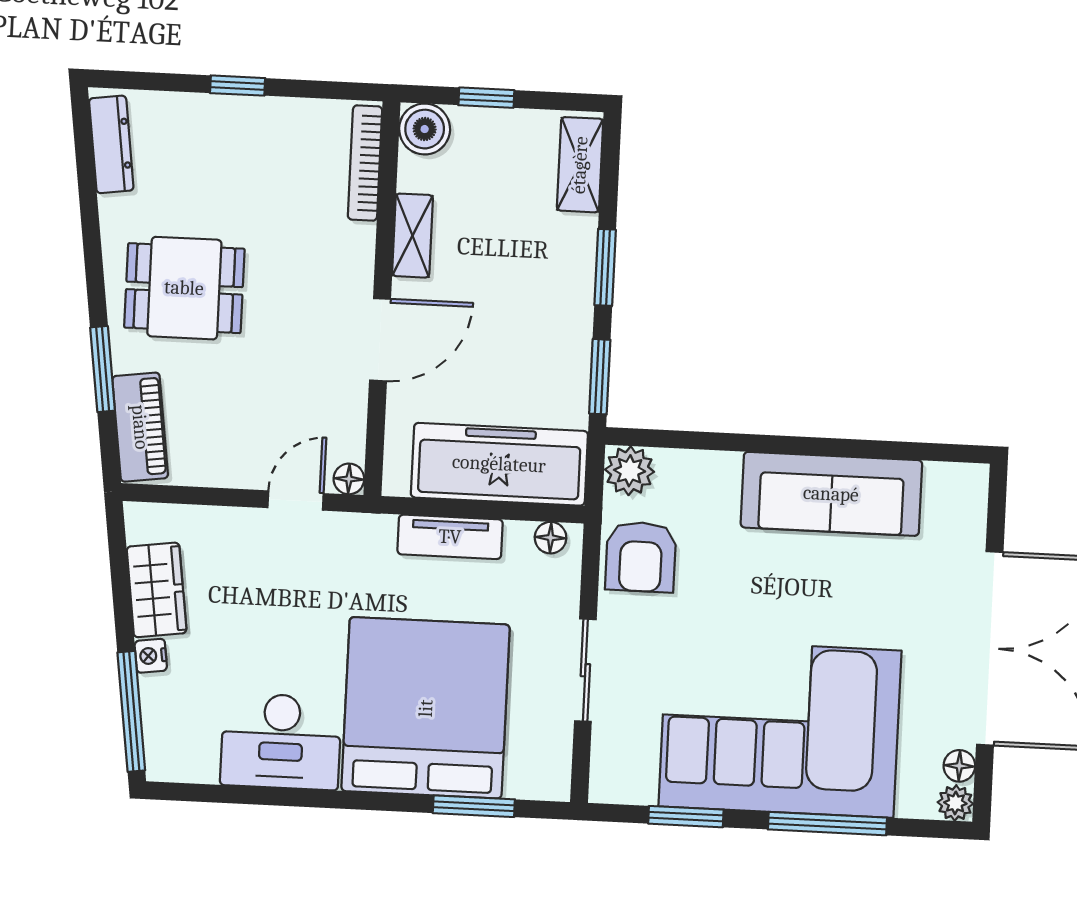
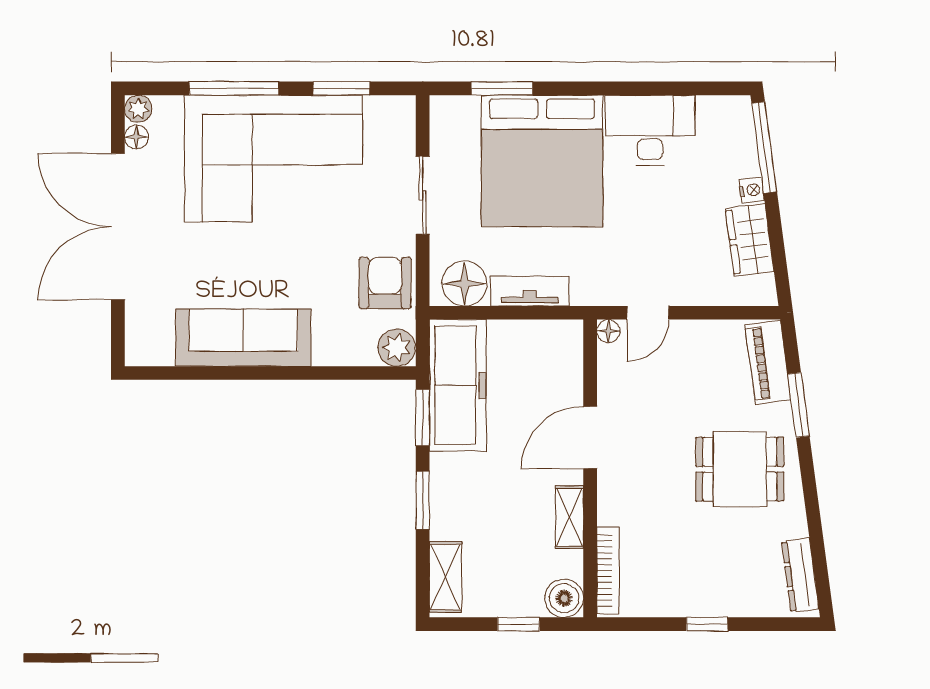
freezer: (499, 464) -> (458, 385), moved, turned -90
floor lamp: (551, 538) -> (464, 284), width x1.89, depth x1.89

